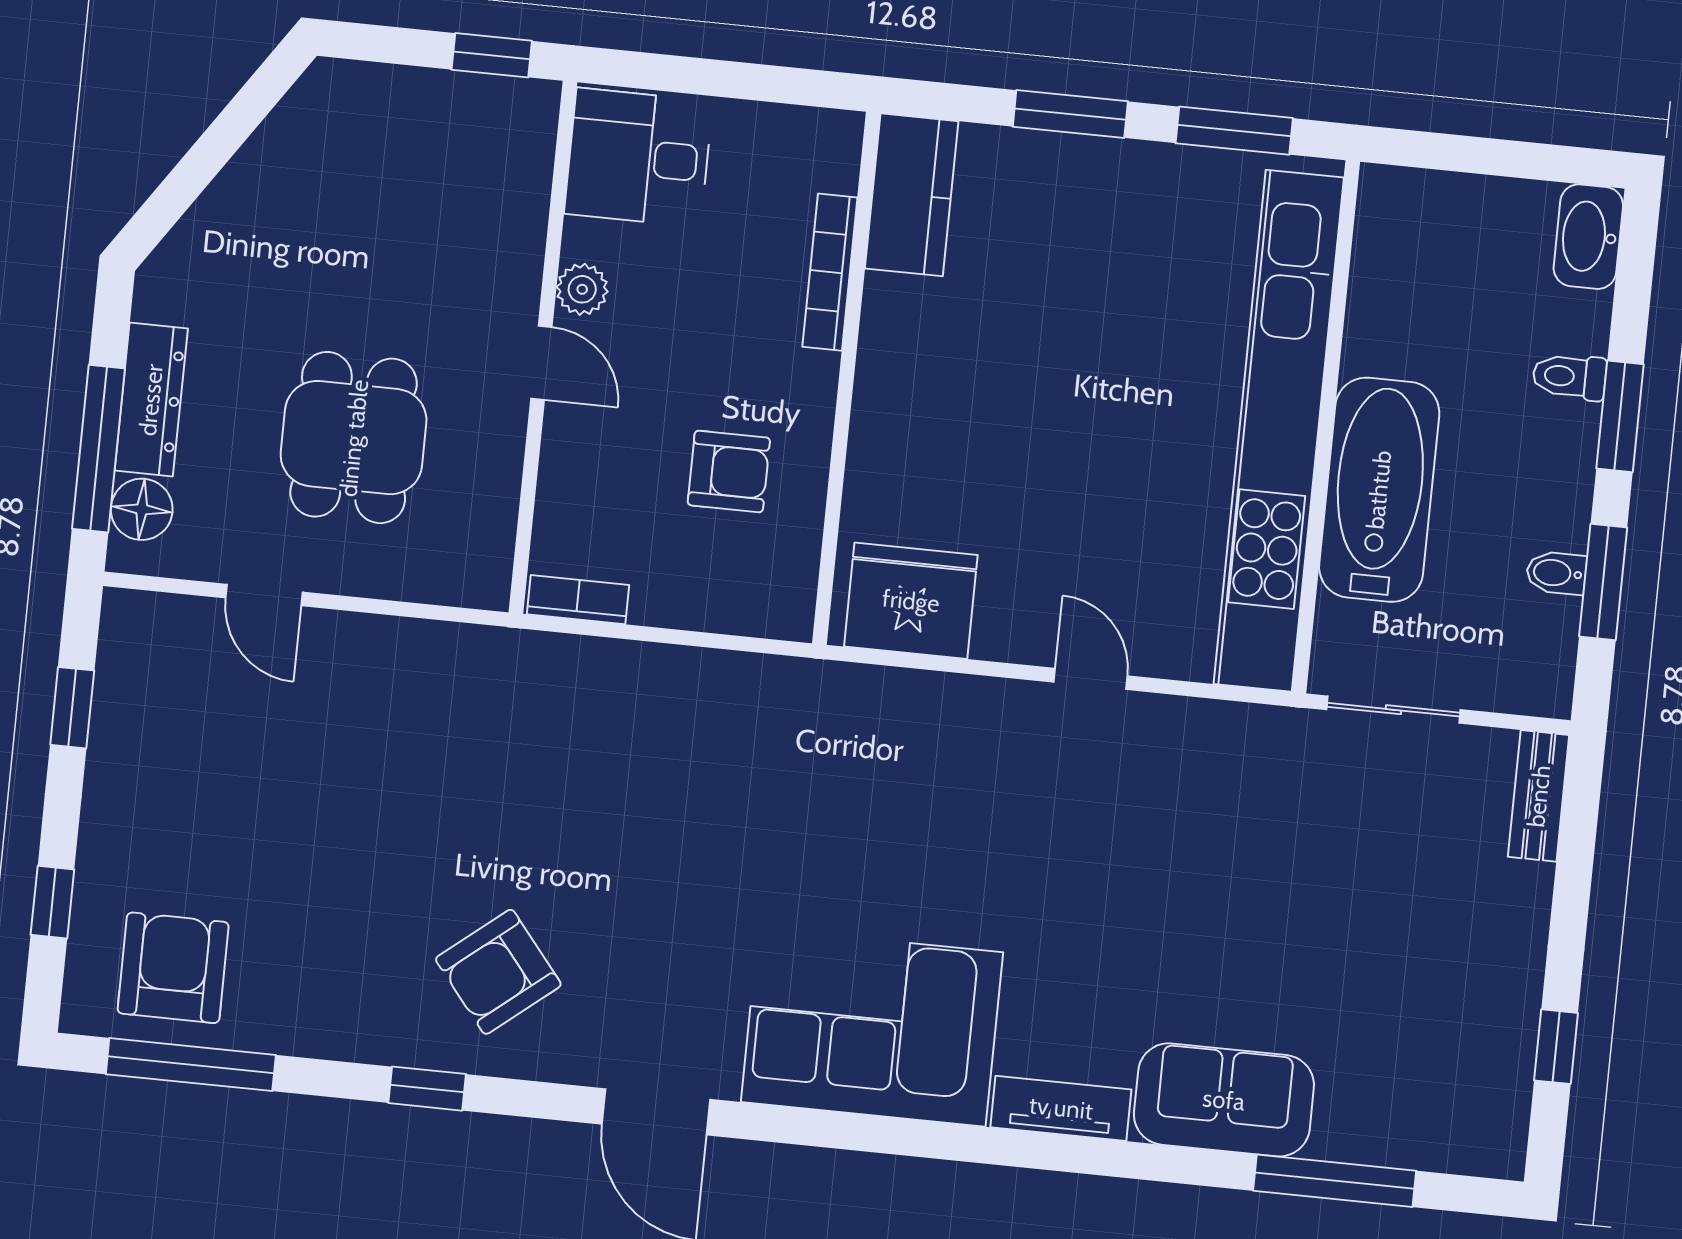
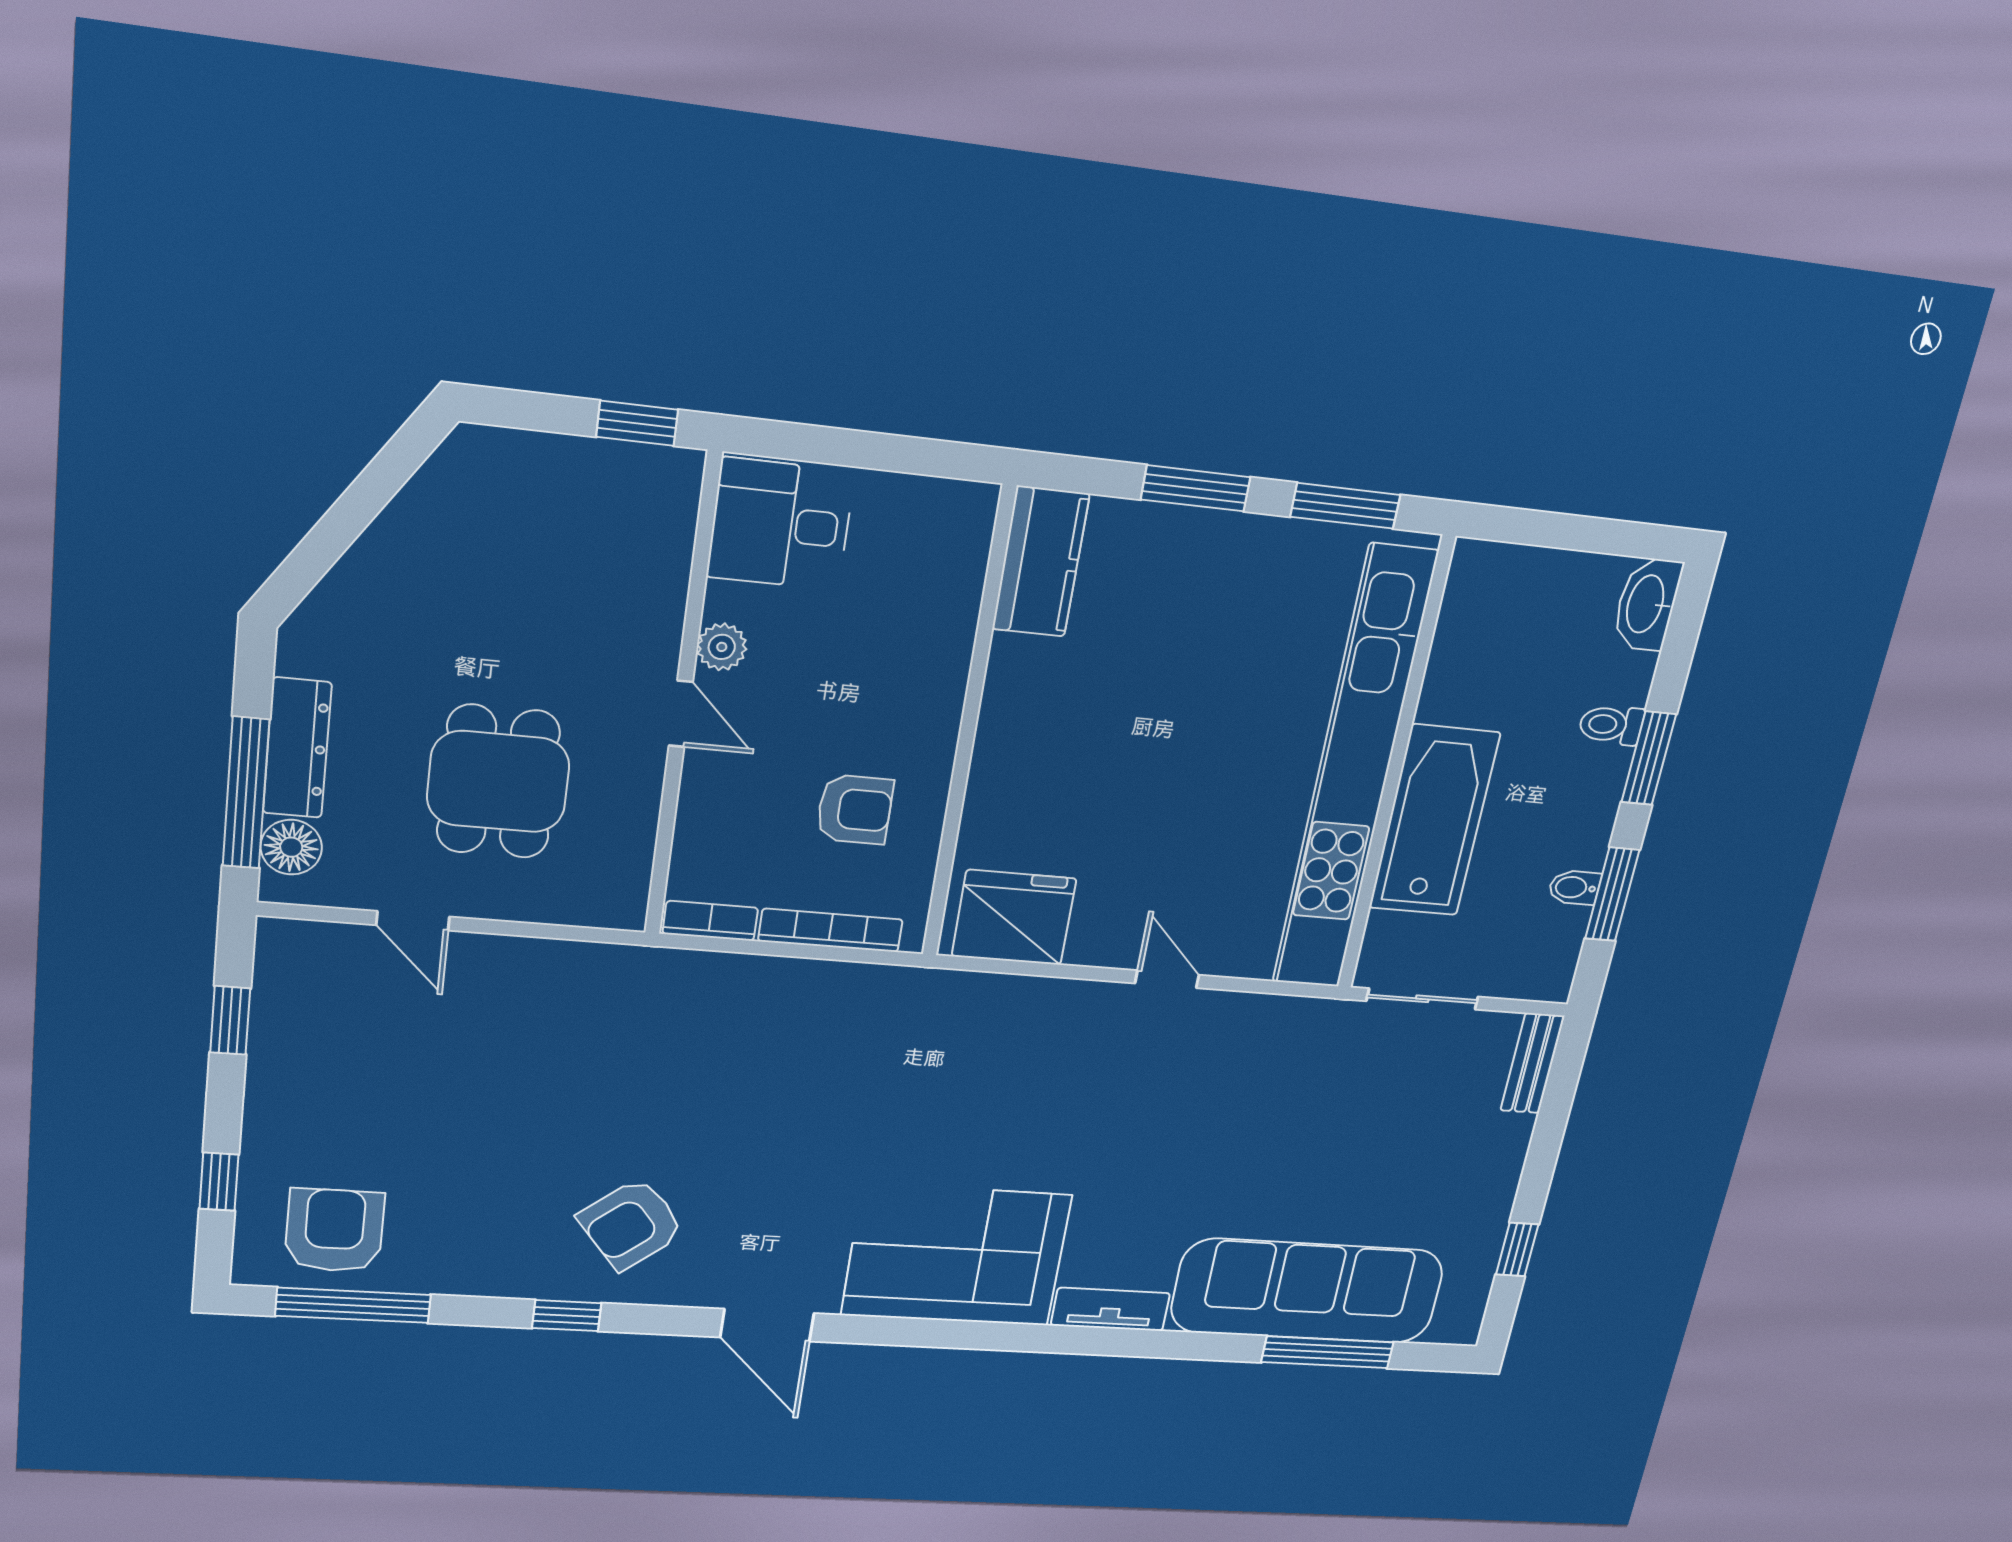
bookcase: (830, 272) -> (830, 930), moved, turned 90
sofa: (1224, 1100) -> (1307, 1291), width x1.85, depth x1.27

